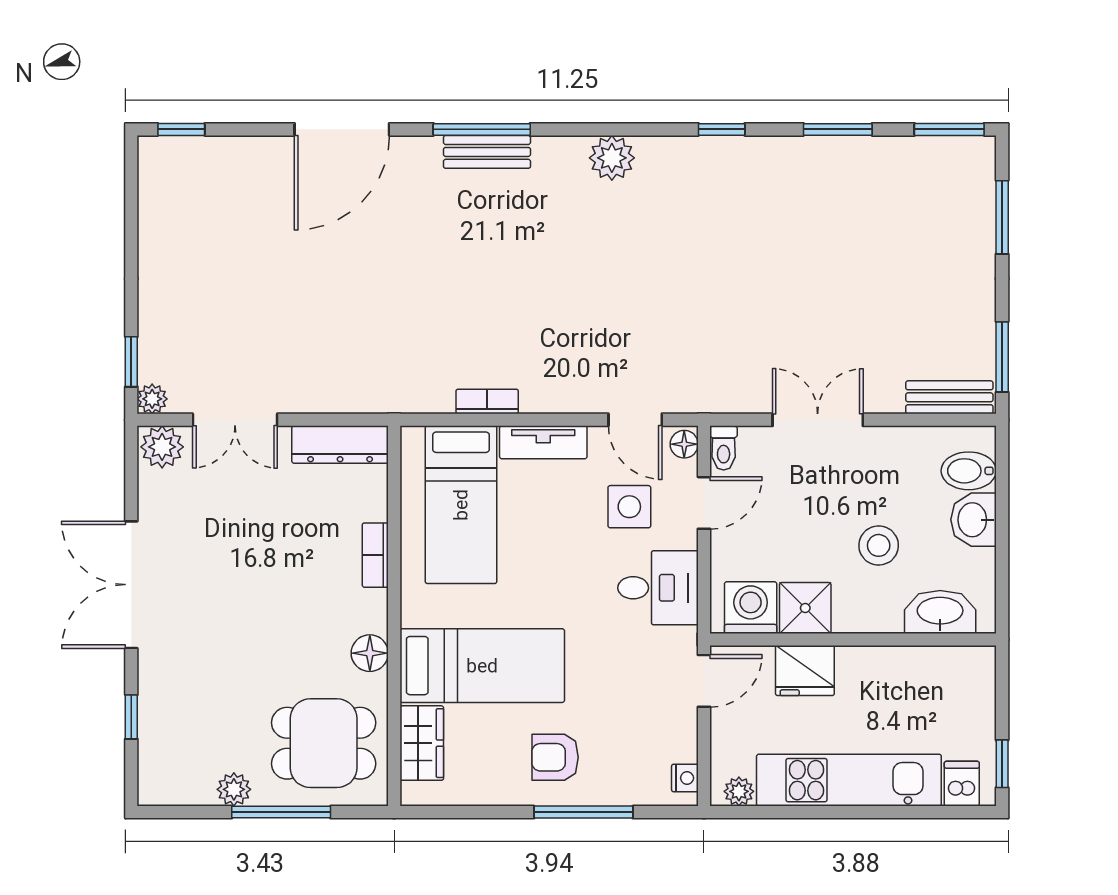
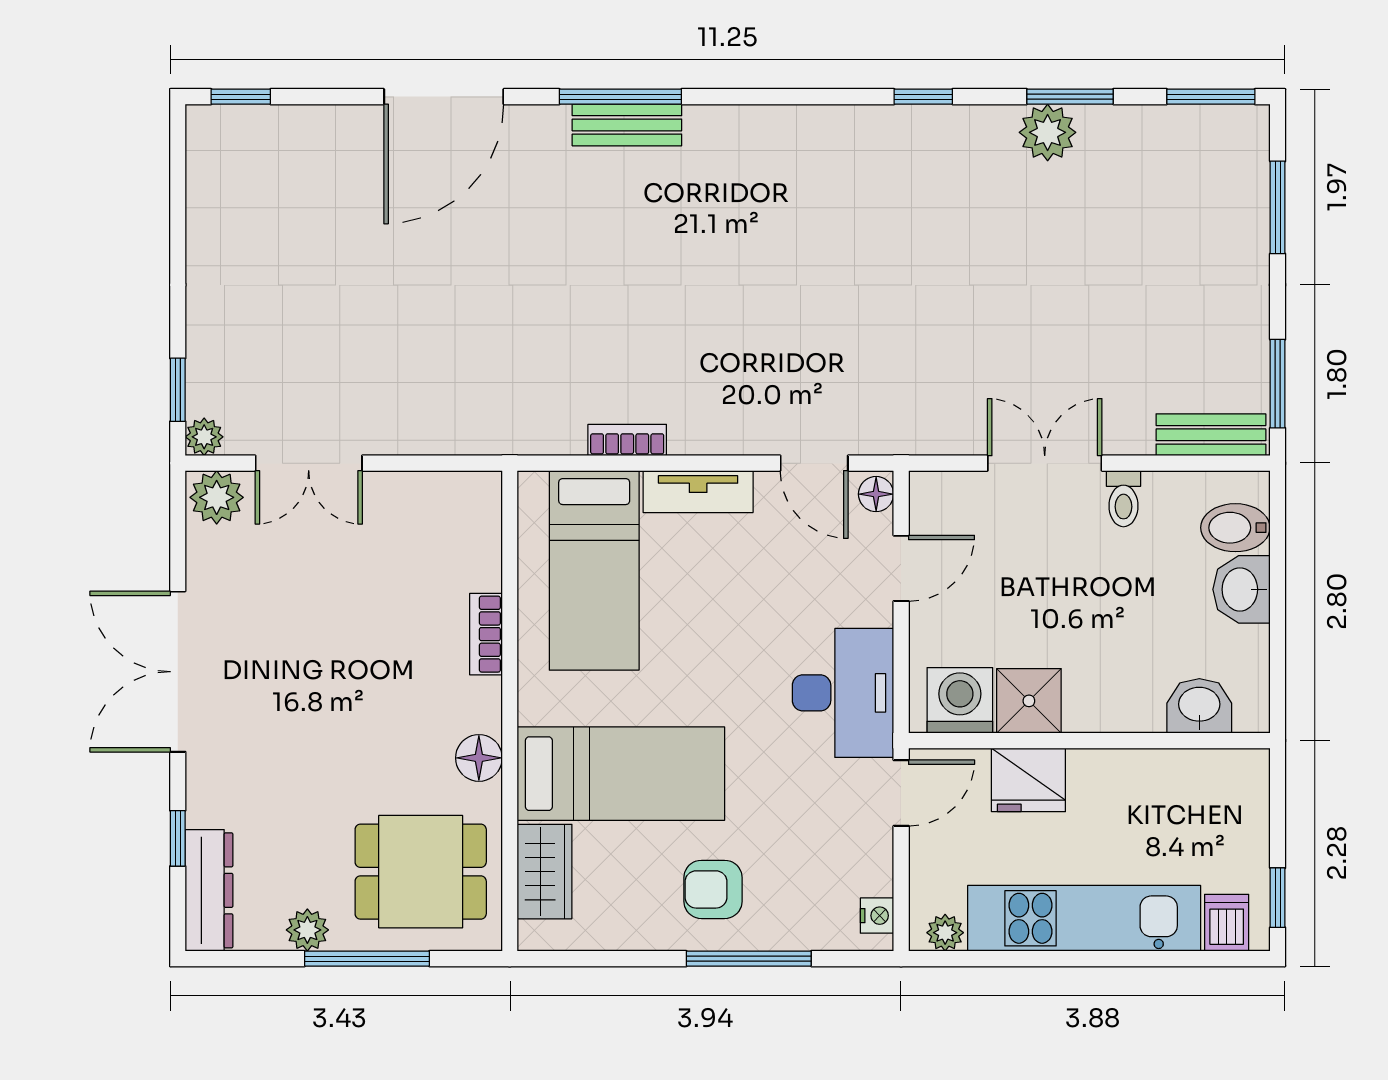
plant: (612, 158) -> (1048, 132), moved
dresser: (340, 444) -> (209, 890), moved, turned -90
toilet: (724, 448) -> (1123, 499), moved
side table: (629, 507) -> (807, 573), removed
stool: (879, 545) -> (1122, 622), removed
desk: (658, 588) -> (843, 693), width x1.37
washbasin: (940, 612) -> (1199, 706), width x0.72

